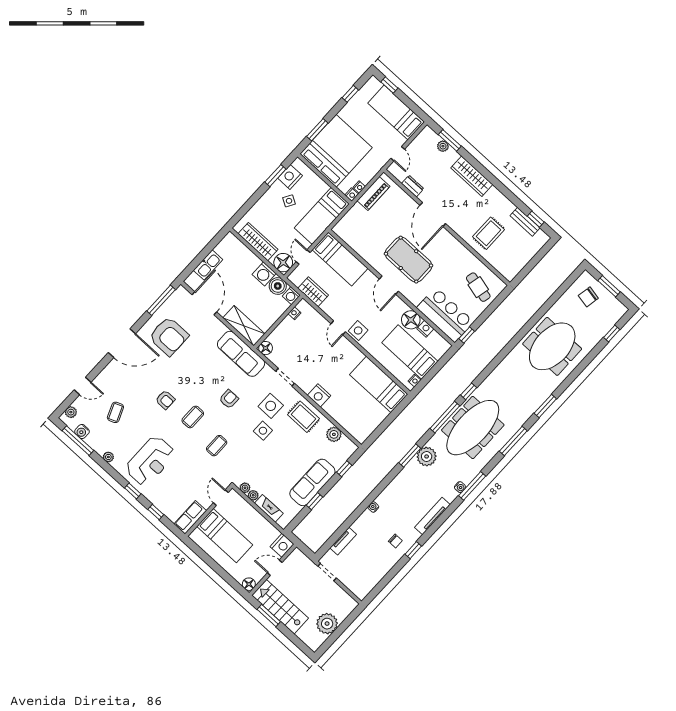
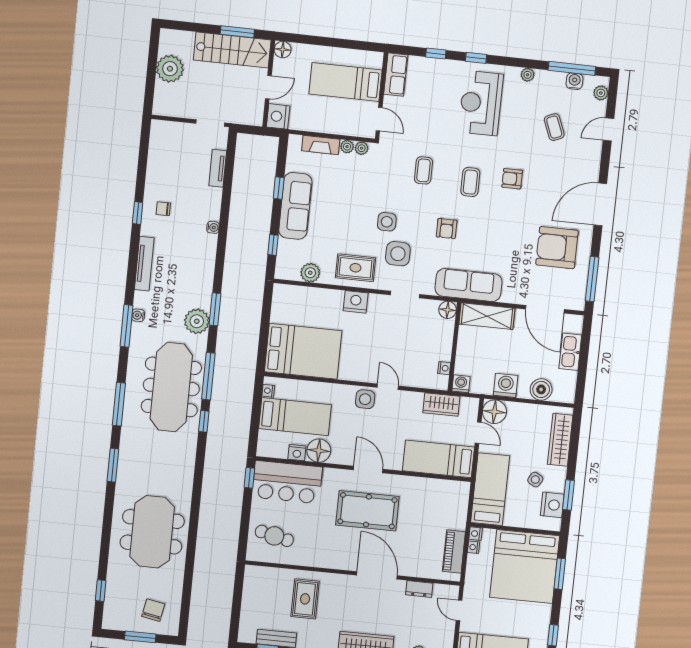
wardrobe: (258, 242) -> (560, 440), moved, turned 90
boiler: (278, 286) -> (541, 389), moved
bed: (379, 384) -> (303, 351), width x1.50

